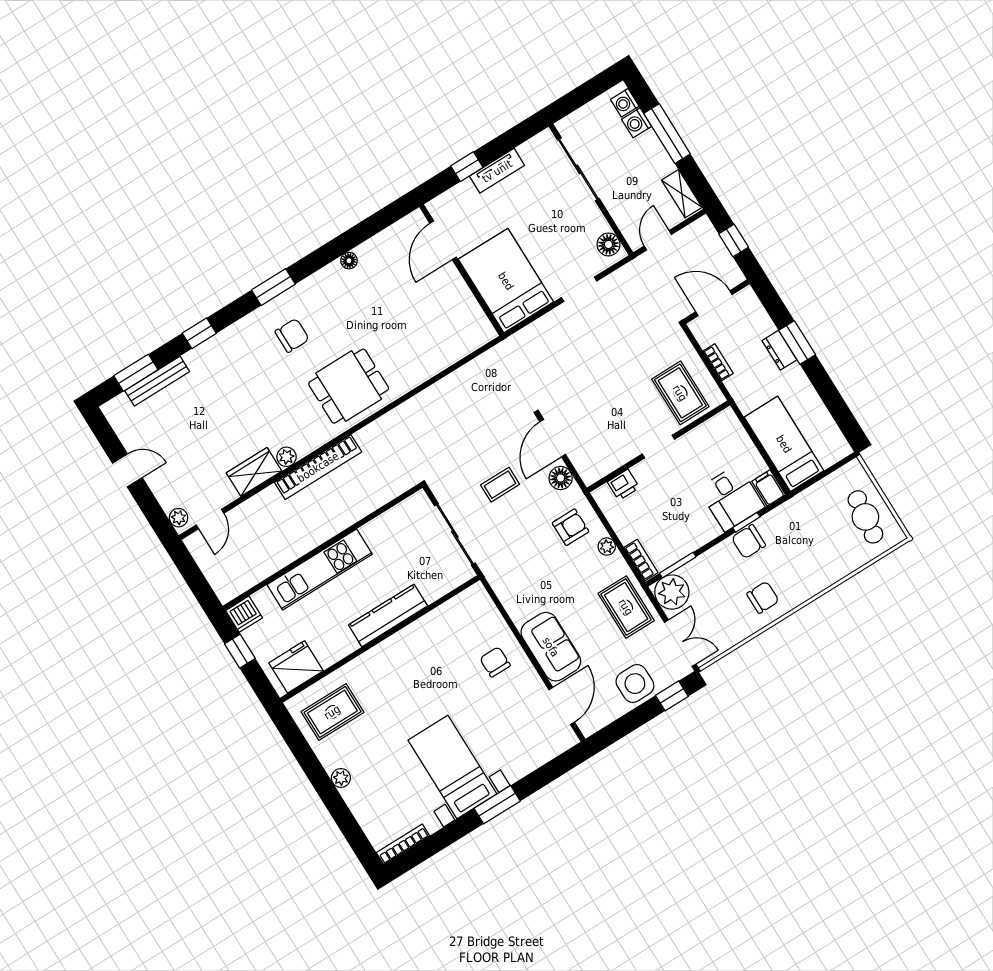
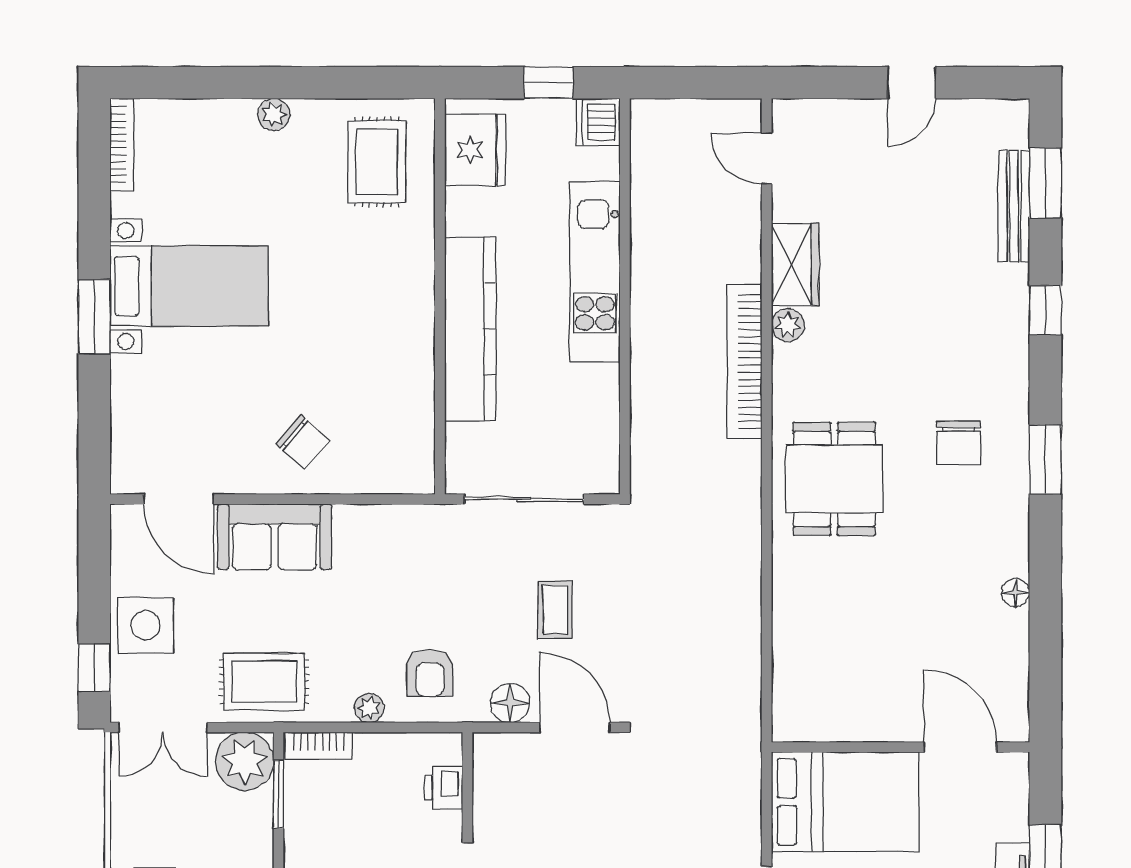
plant: (179, 518) -> (797, 114), removed
kitchen counter: (388, 615) -> (470, 329), width x1.39, depth x1.17
chair: (495, 662) -> (303, 442), turned 41

